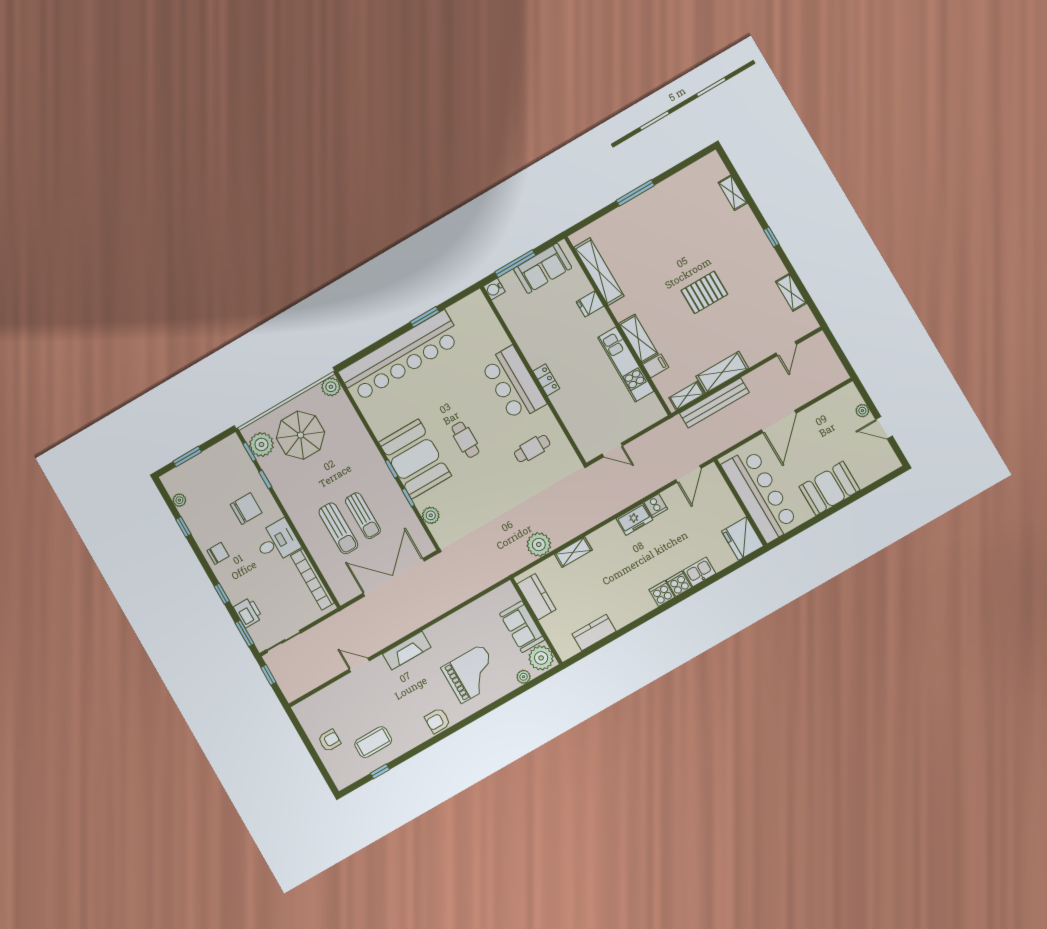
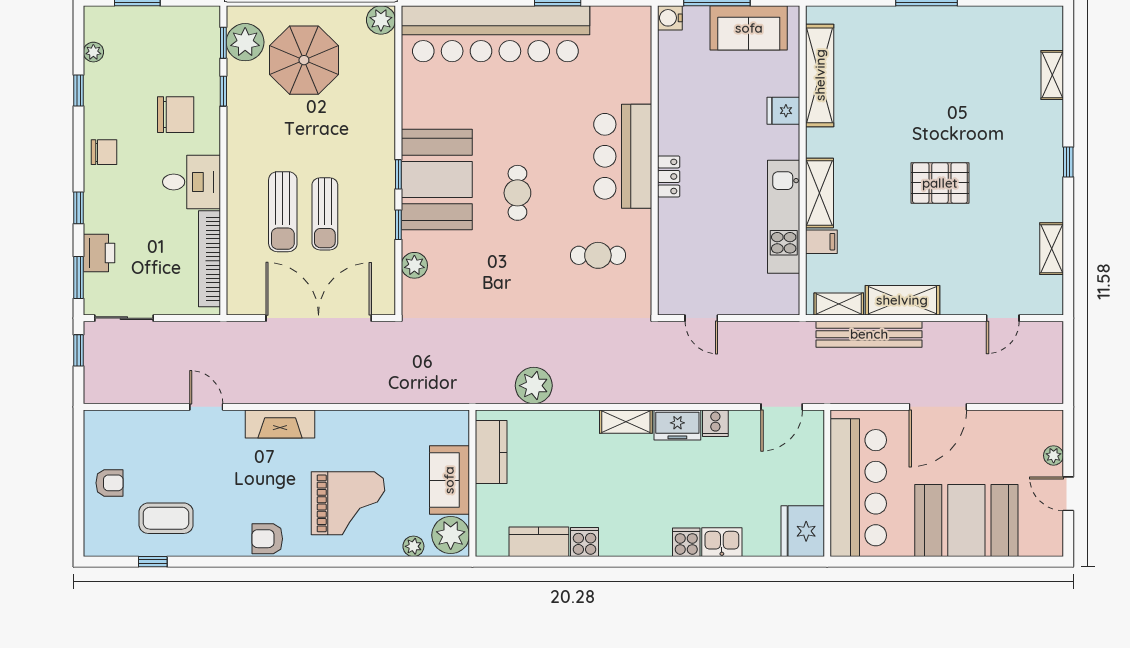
booth: (830, 488) -> (966, 521), width x1.36, depth x1.42
shelving: (573, 552) -> (626, 422), moved
cooker: (662, 594) -> (584, 542), moved

